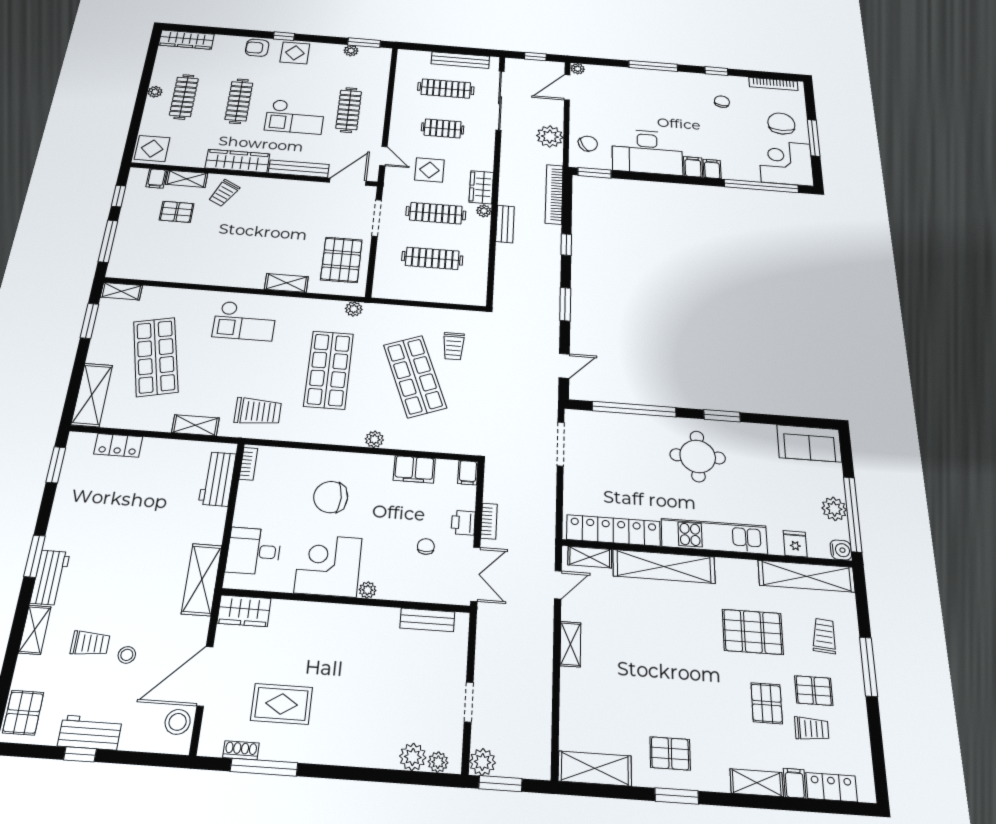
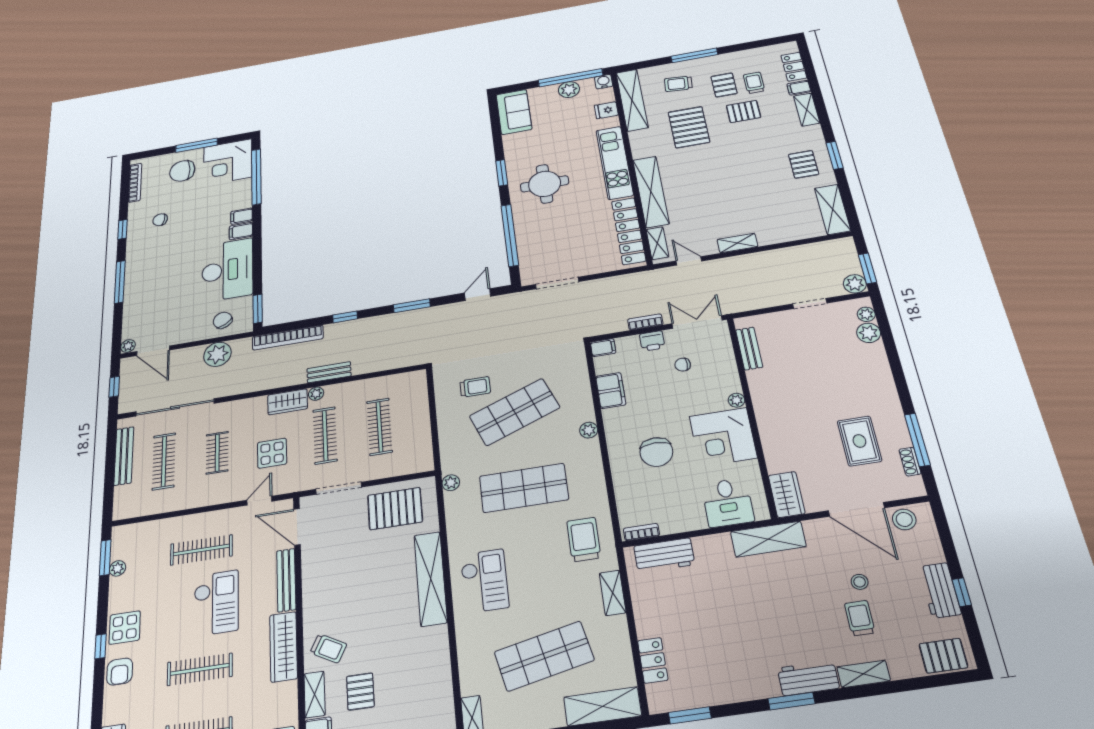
shelving: (286, 283) -> (431, 578), width x2.20, depth x1.33
door: (564, 366) -> (478, 295), hinge flipped

